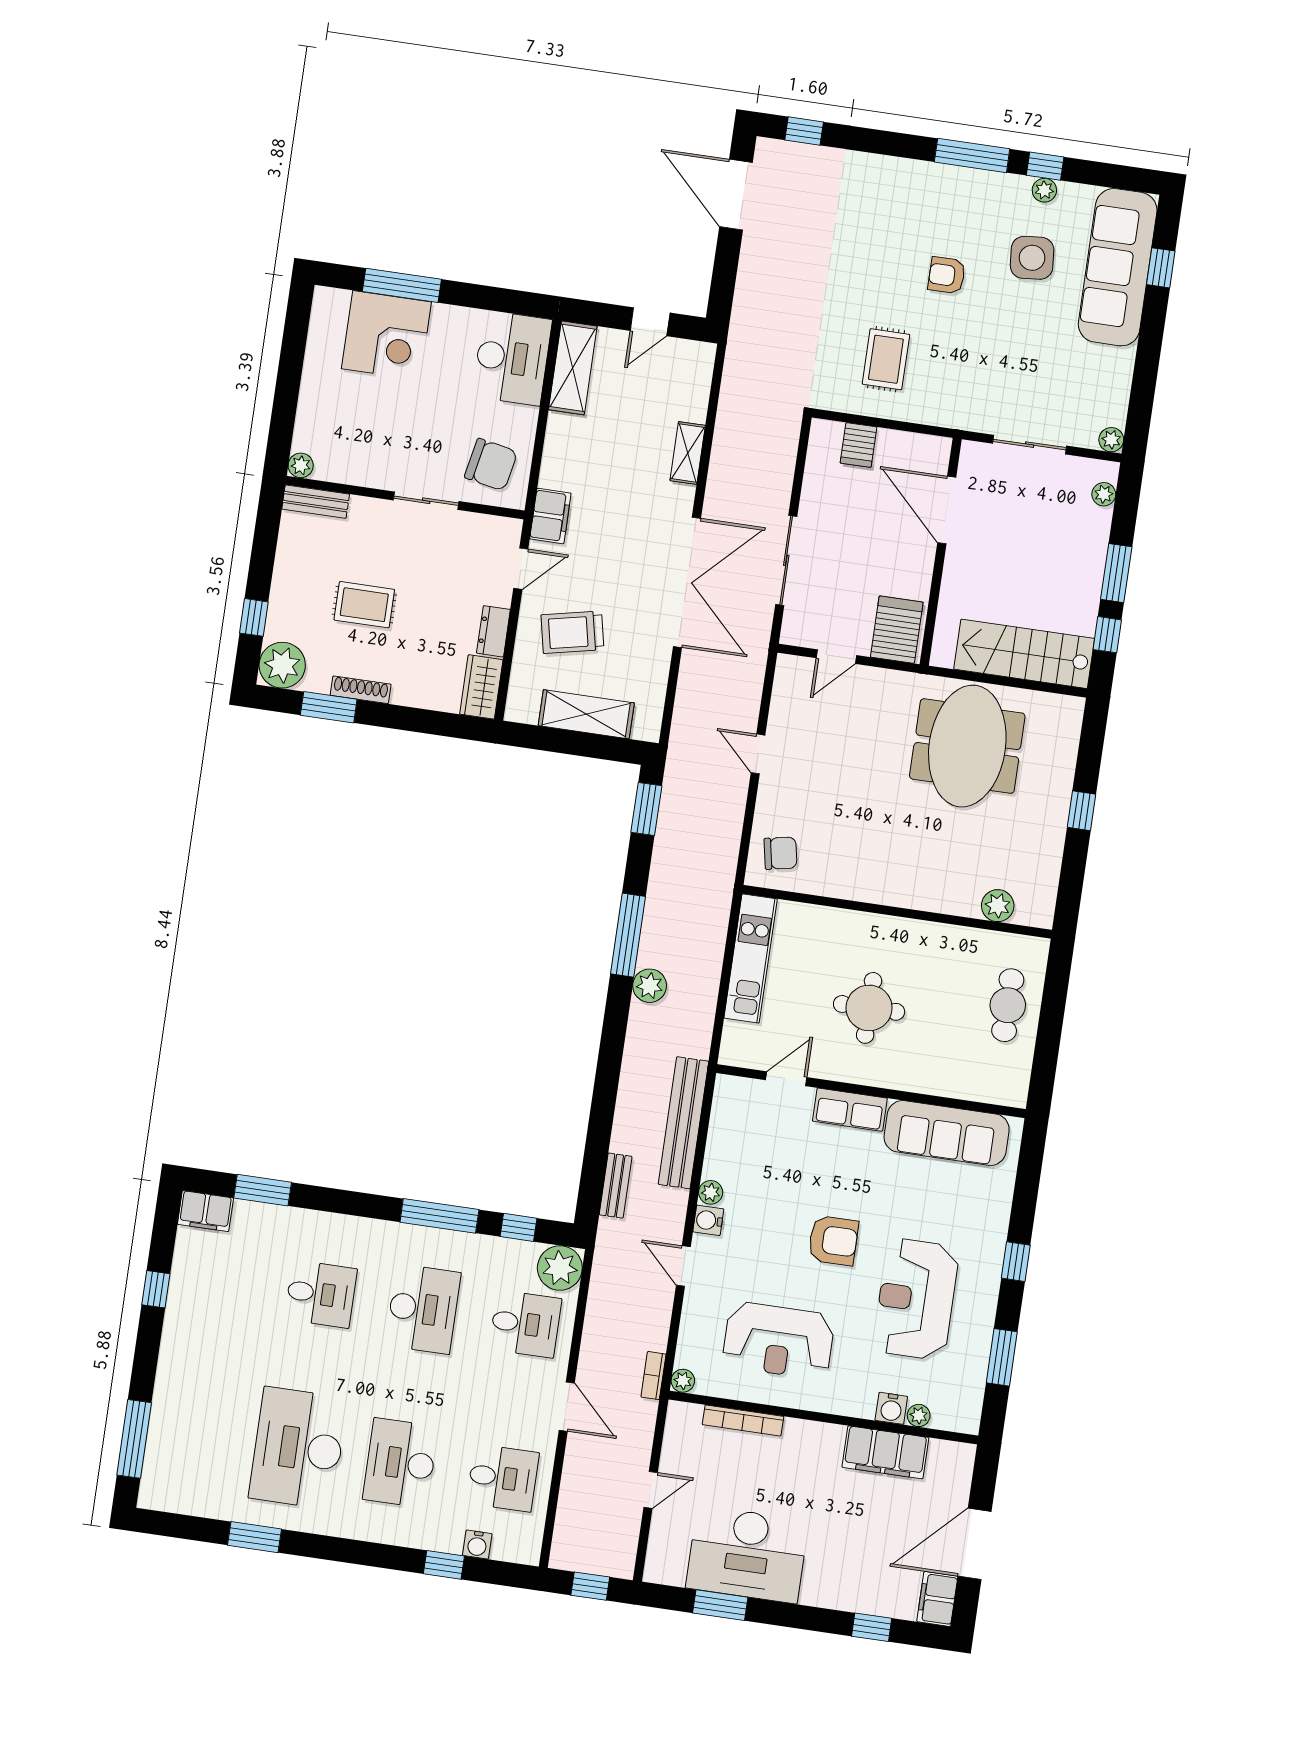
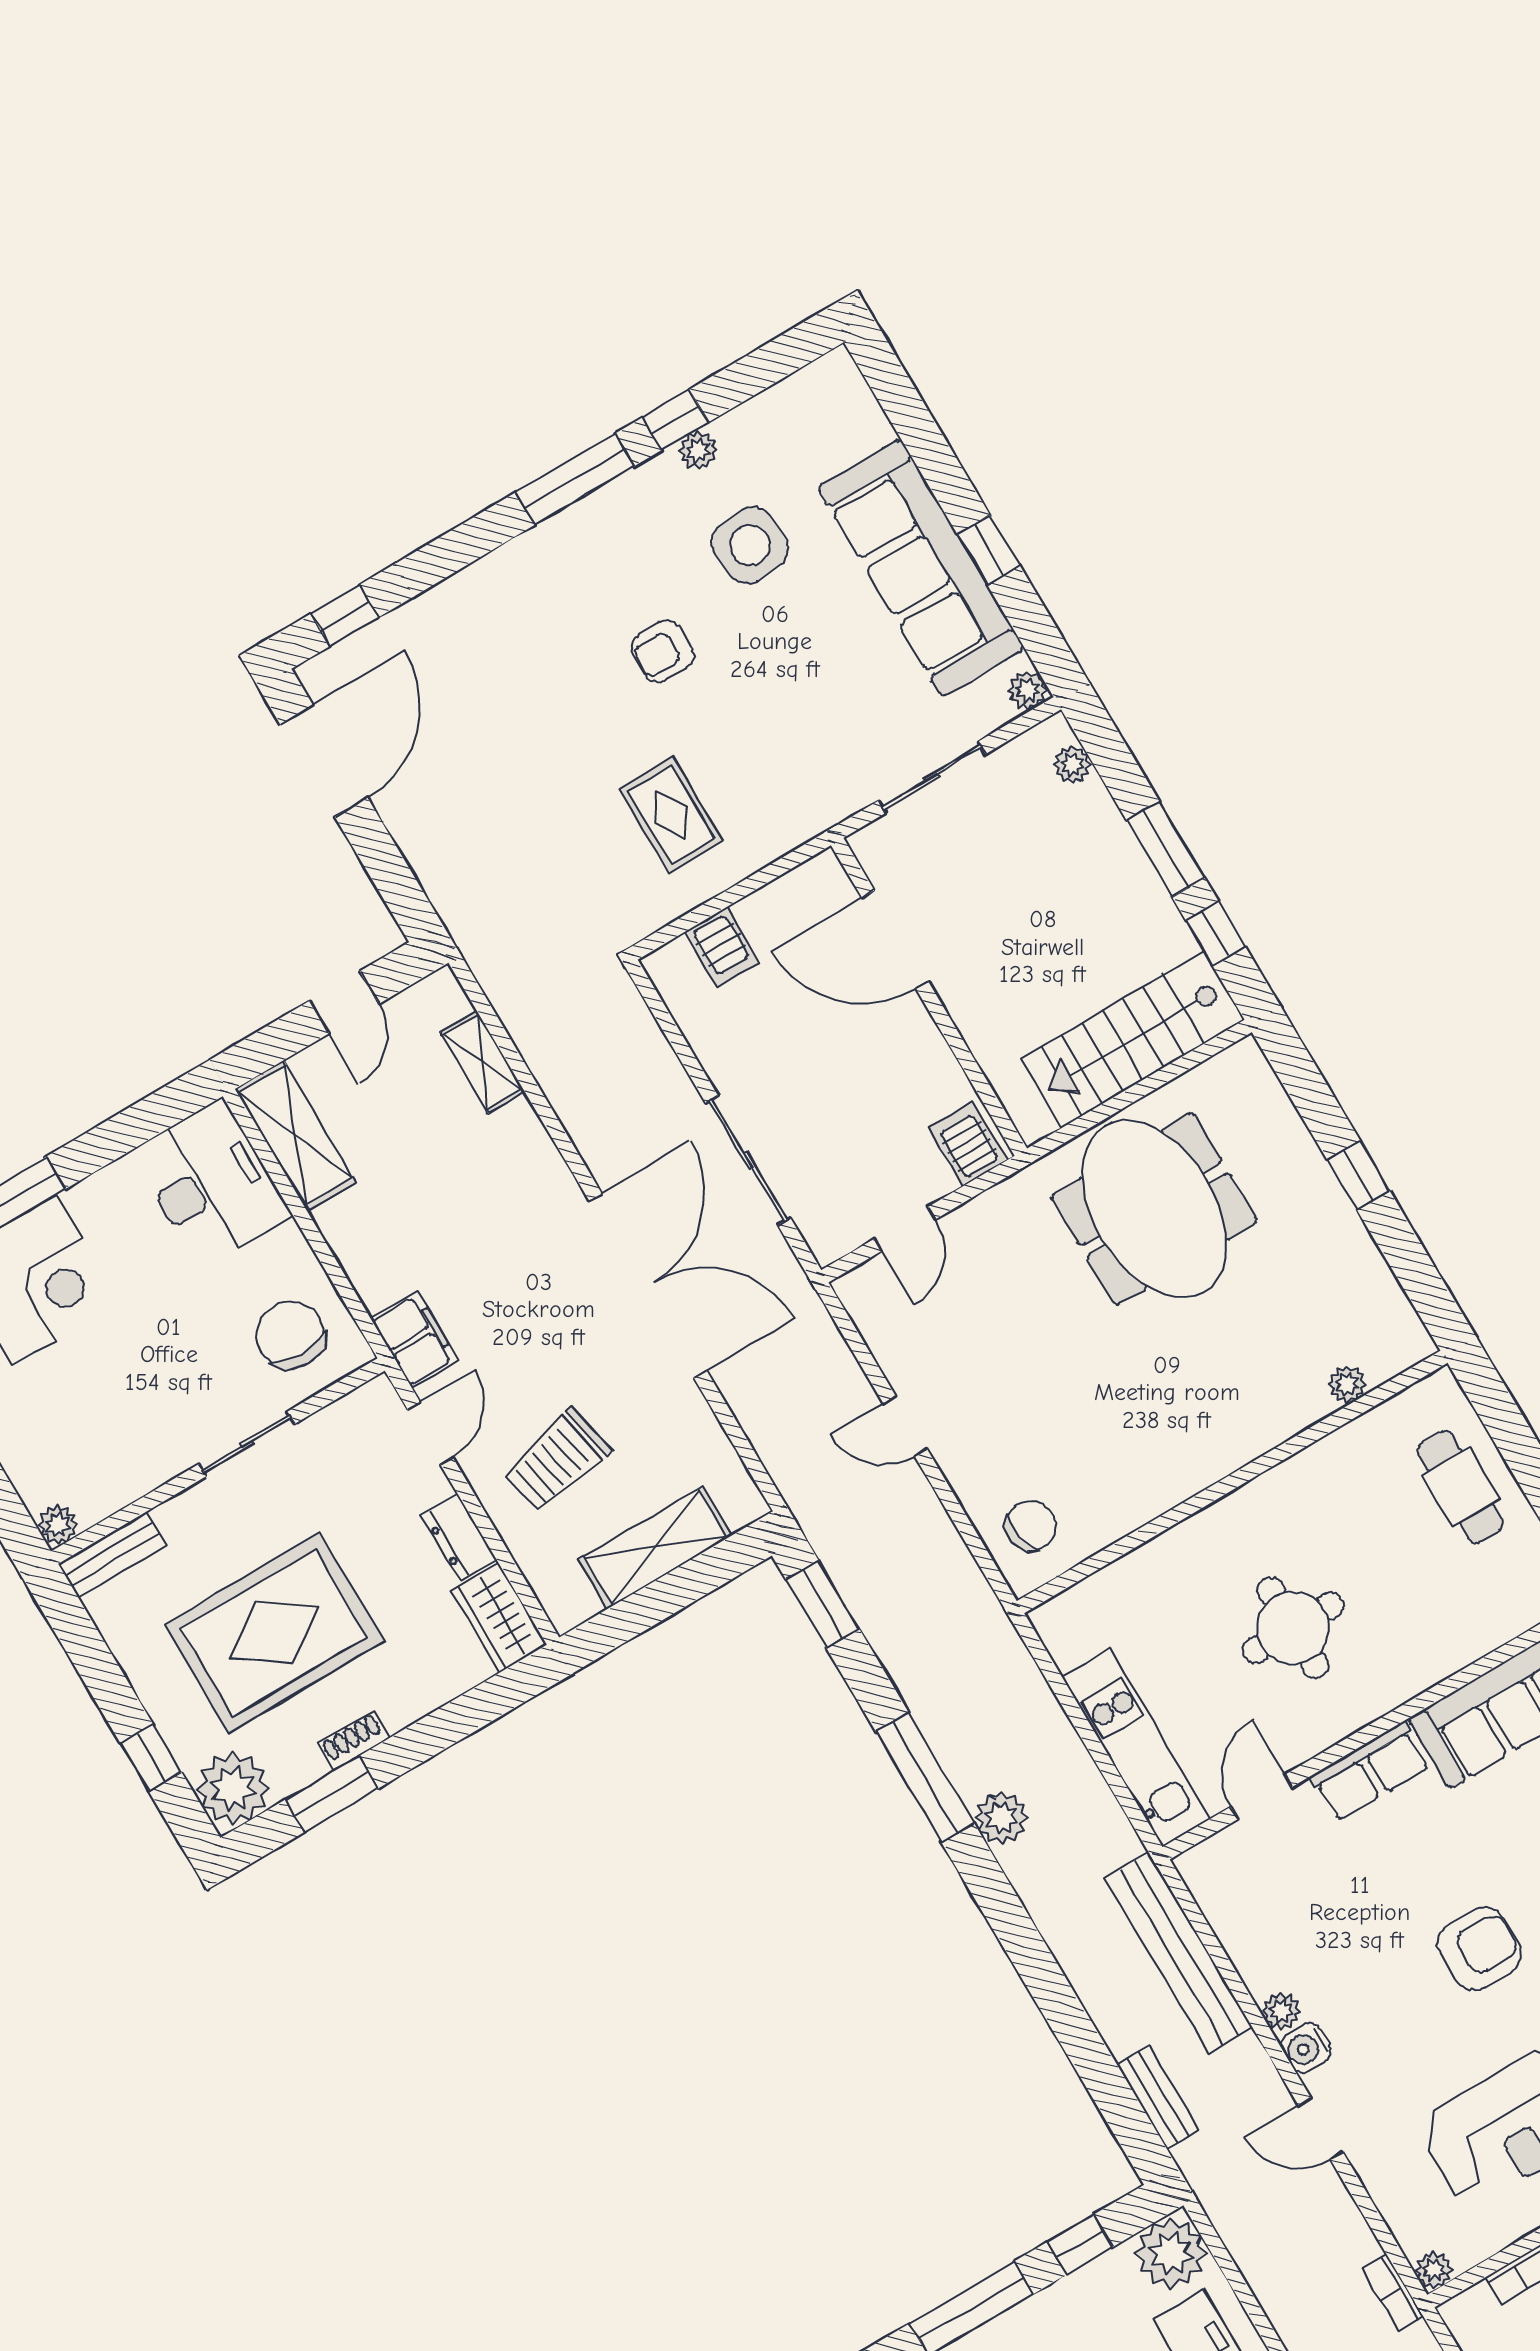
door: (736, 195) -> (324, 761), swing flipped
sofa: (1118, 267) -> (921, 568), moved
window: (1161, 268) -> (989, 550), moved
shelving: (688, 453) -> (483, 1062), moved
chair: (491, 465) -> (291, 1335), turned -101
rug: (364, 605) -> (274, 1633), width x1.86, depth x2.06
server rack: (897, 630) -> (968, 1144), width x0.73, depth x0.70
shoe rack: (361, 690) -> (354, 1741), width x0.70
plant: (998, 906) -> (1347, 1384), width x0.73, depth x0.73
kitchen unit: (751, 958) -> (1136, 1748), moved

